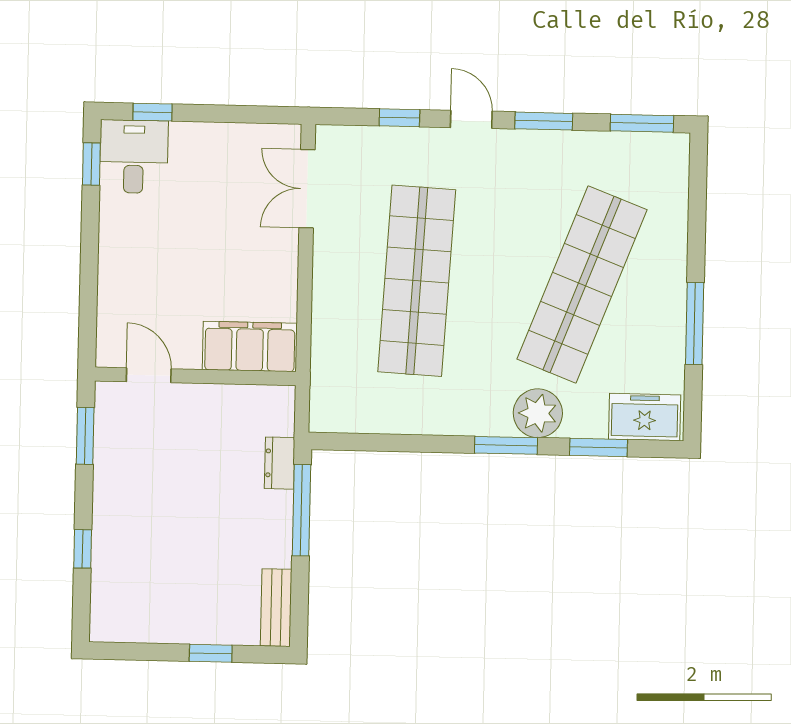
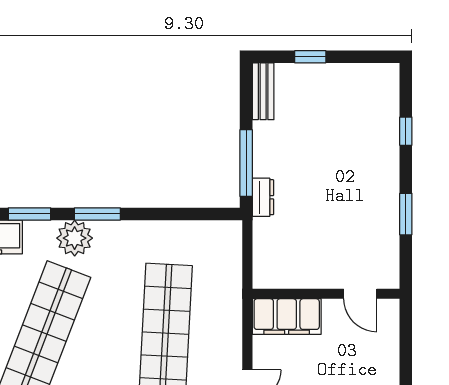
filing cabinet: (250, 346) -> (287, 317), moved
door: (149, 375) -> (360, 294), moved
wall: (196, 376) -> (326, 294), moved

